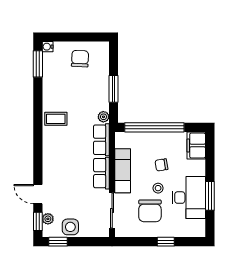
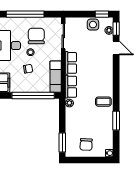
window: (38, 64) -> (116, 121), moved
window: (113, 89) -> (62, 143), moved
exam couch: (123, 171) -> (56, 77), moved
window: (166, 242) -> (25, 14), width x3.17

